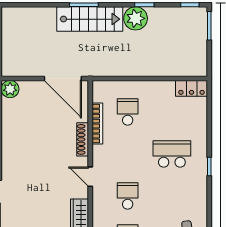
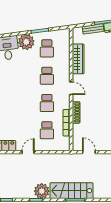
door: (63, 78) -> (89, 152), width x0.53
door: (157, 78) -> (28, 152), added
school desk: (172, 154) -> (47, 103), moved, width x0.54

